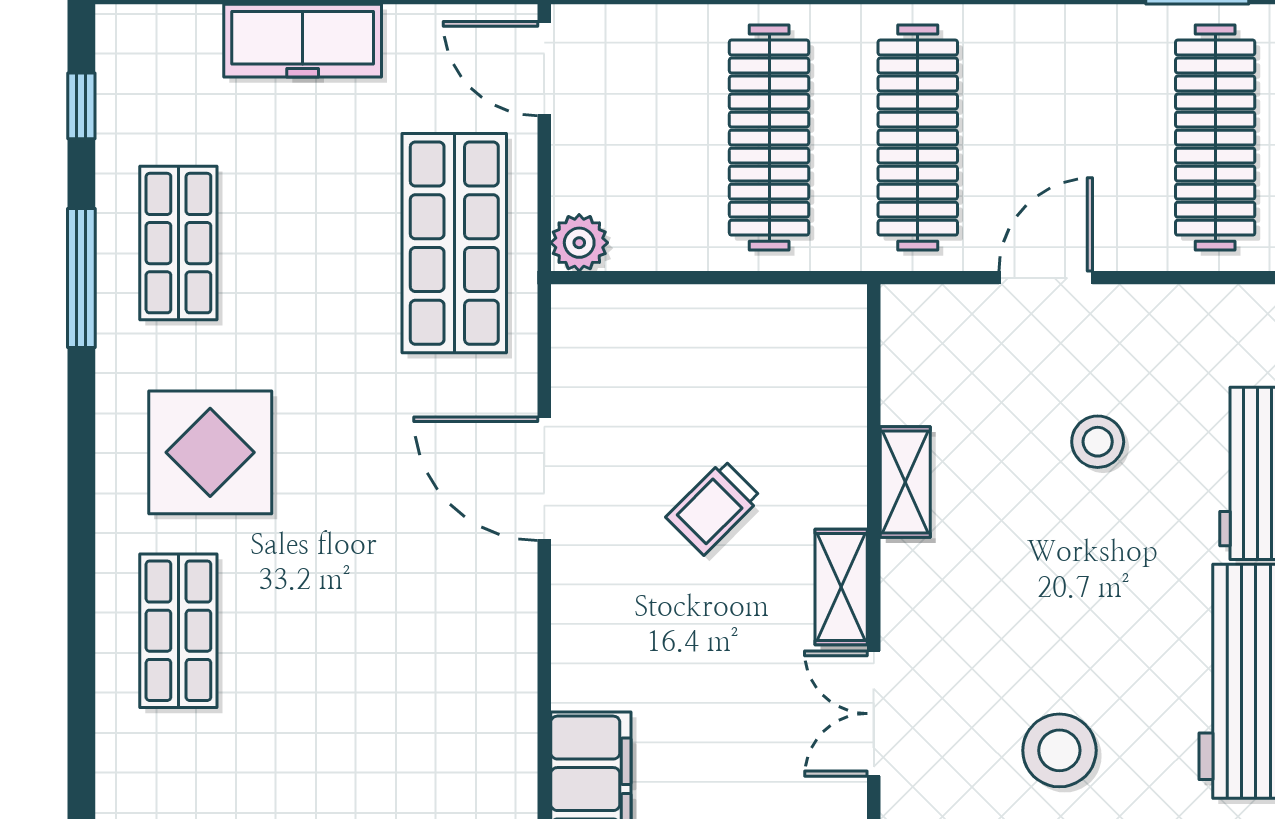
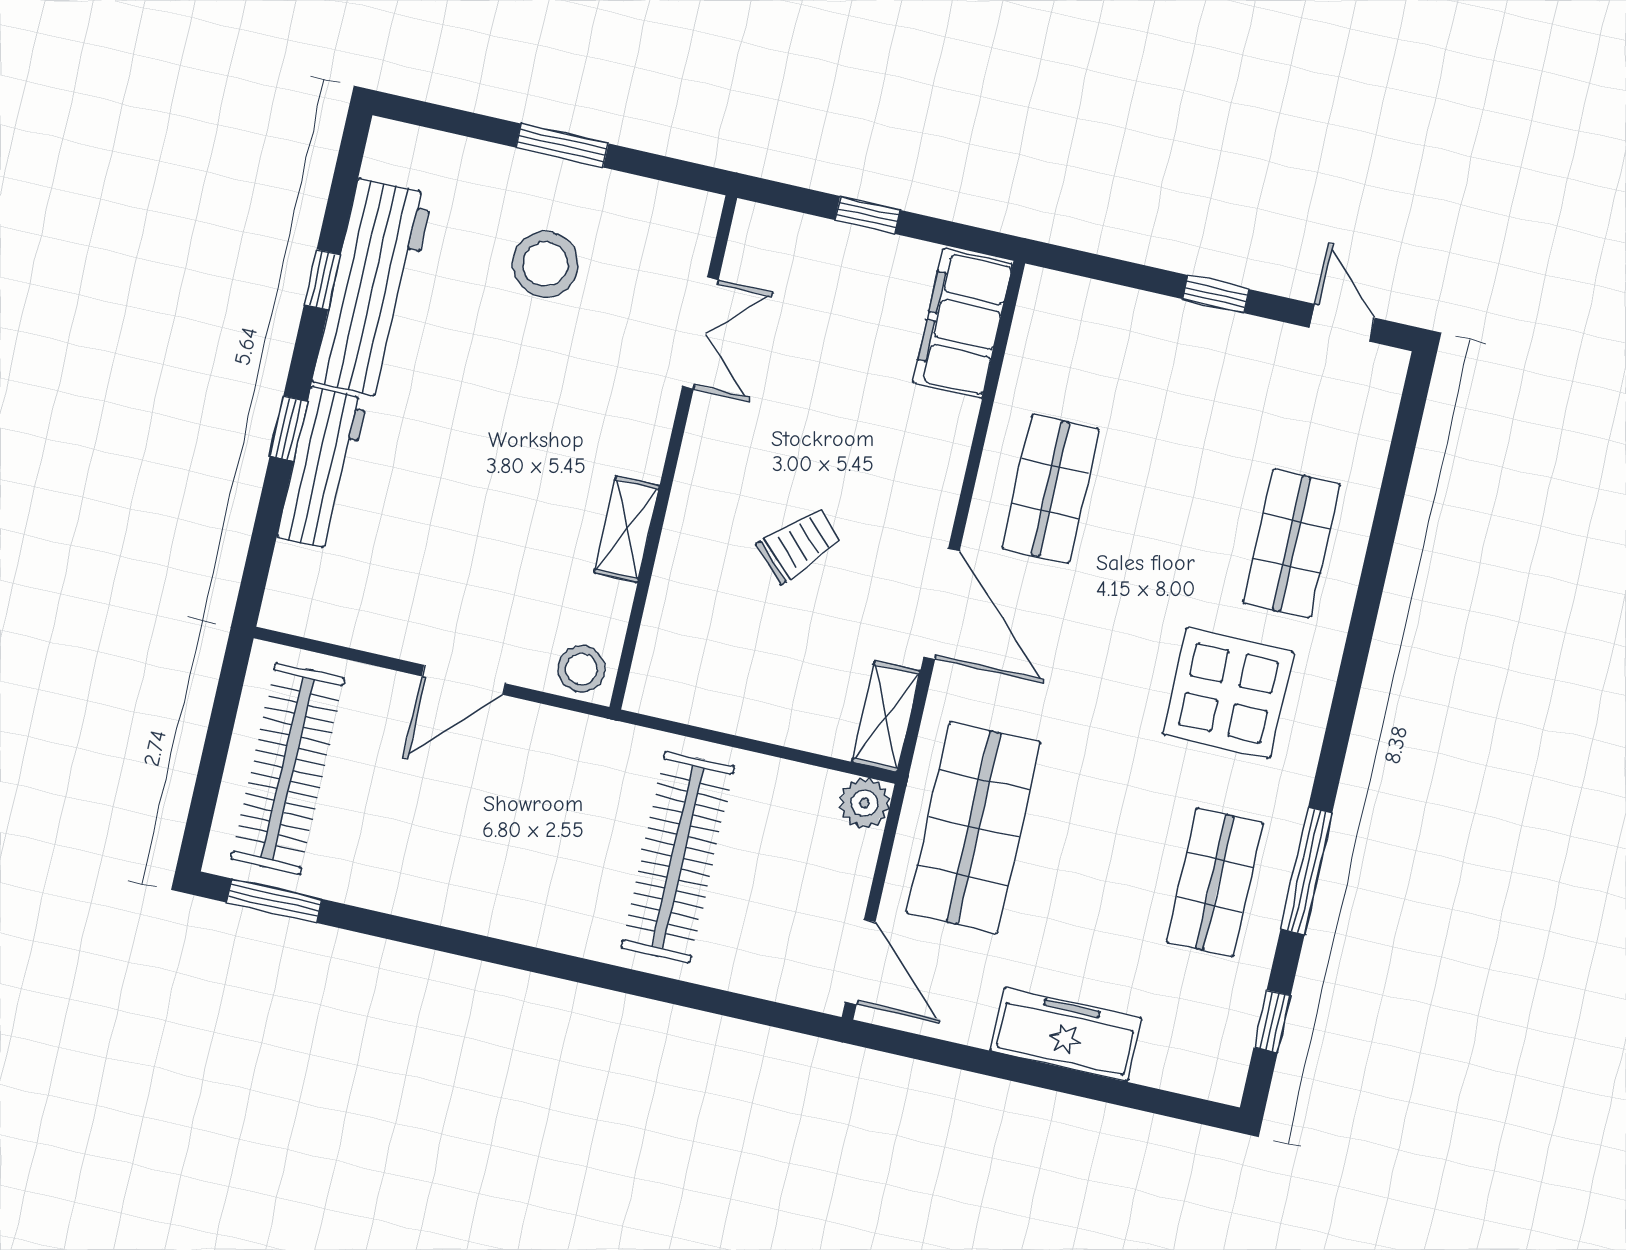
clothes rail: (918, 138) -> (548, 828), removed
stool: (1098, 442) -> (581, 669), moved
shelving: (841, 587) -> (886, 717), moved
shop shelf: (454, 631) -> (1051, 489), added

